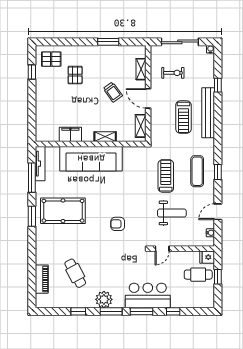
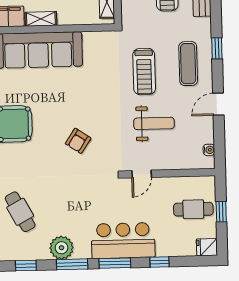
shelving: (105, 137) -> (41, 19), moved
window: (218, 172) -> (217, 48), moved
treadmill: (166, 176) -> (144, 72), turned 180
door: (218, 212) -> (218, 104), moved
armchair: (118, 224) -> (78, 141), turned -56
fridge: (207, 257) -> (207, 247), moved

